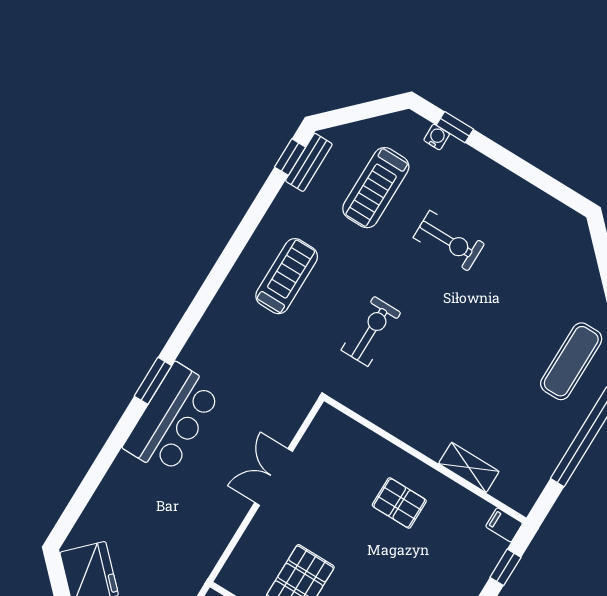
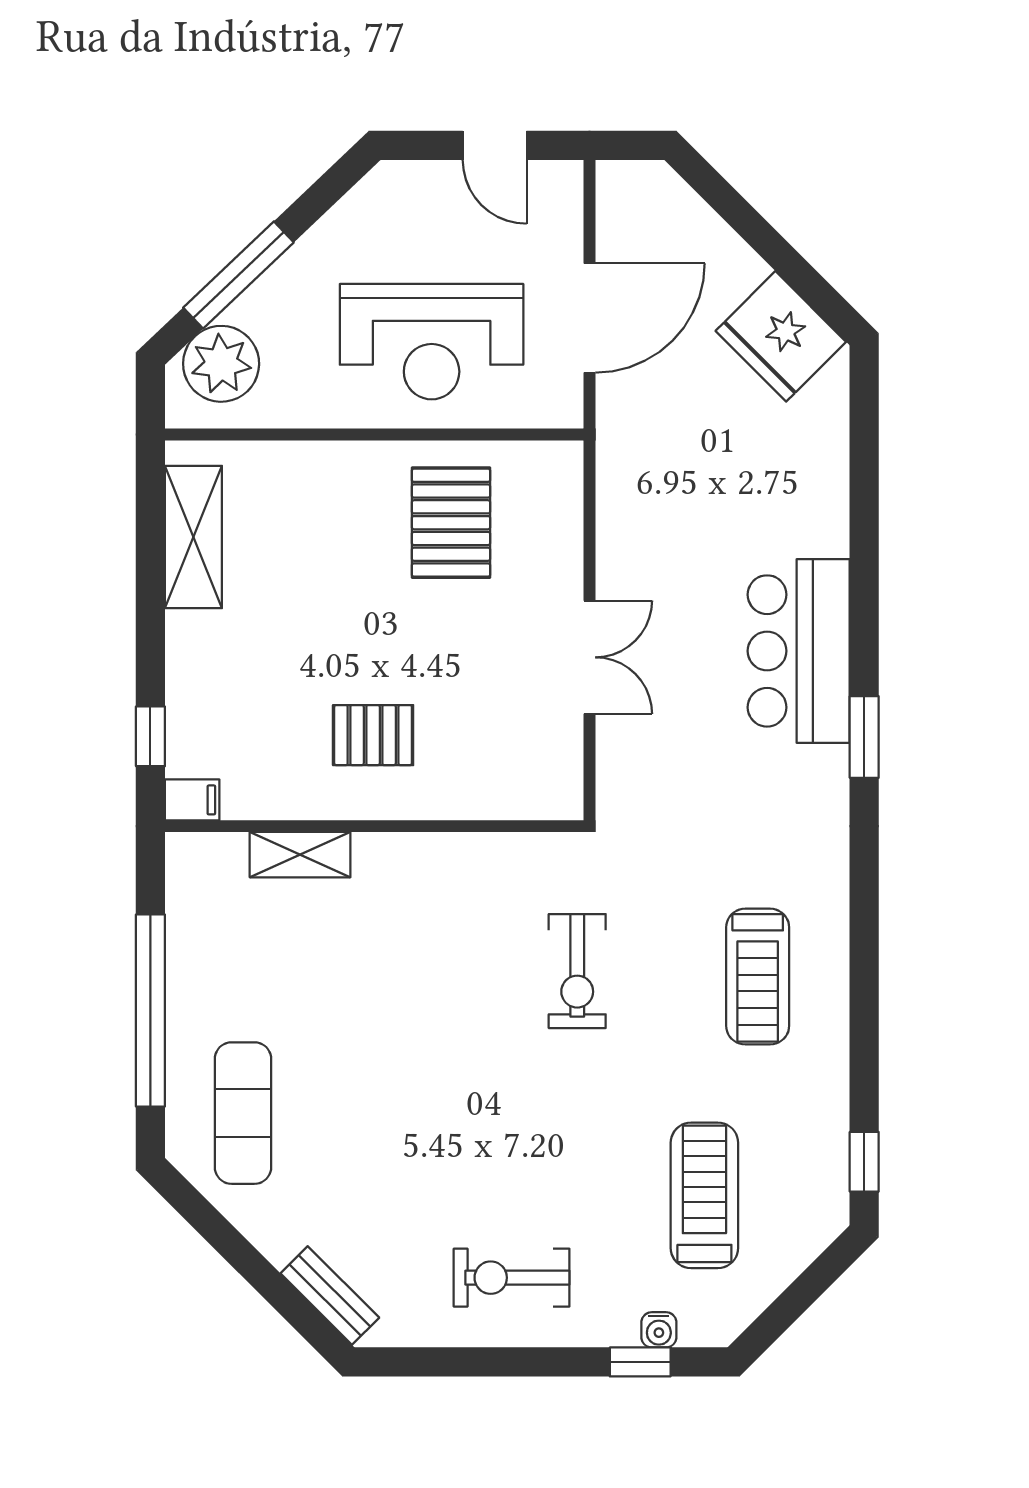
bench: (309, 162) -> (330, 1296), moved, turned -45
exercise bike: (449, 241) -> (512, 1278), moved
window: (153, 381) -> (864, 737), moved

